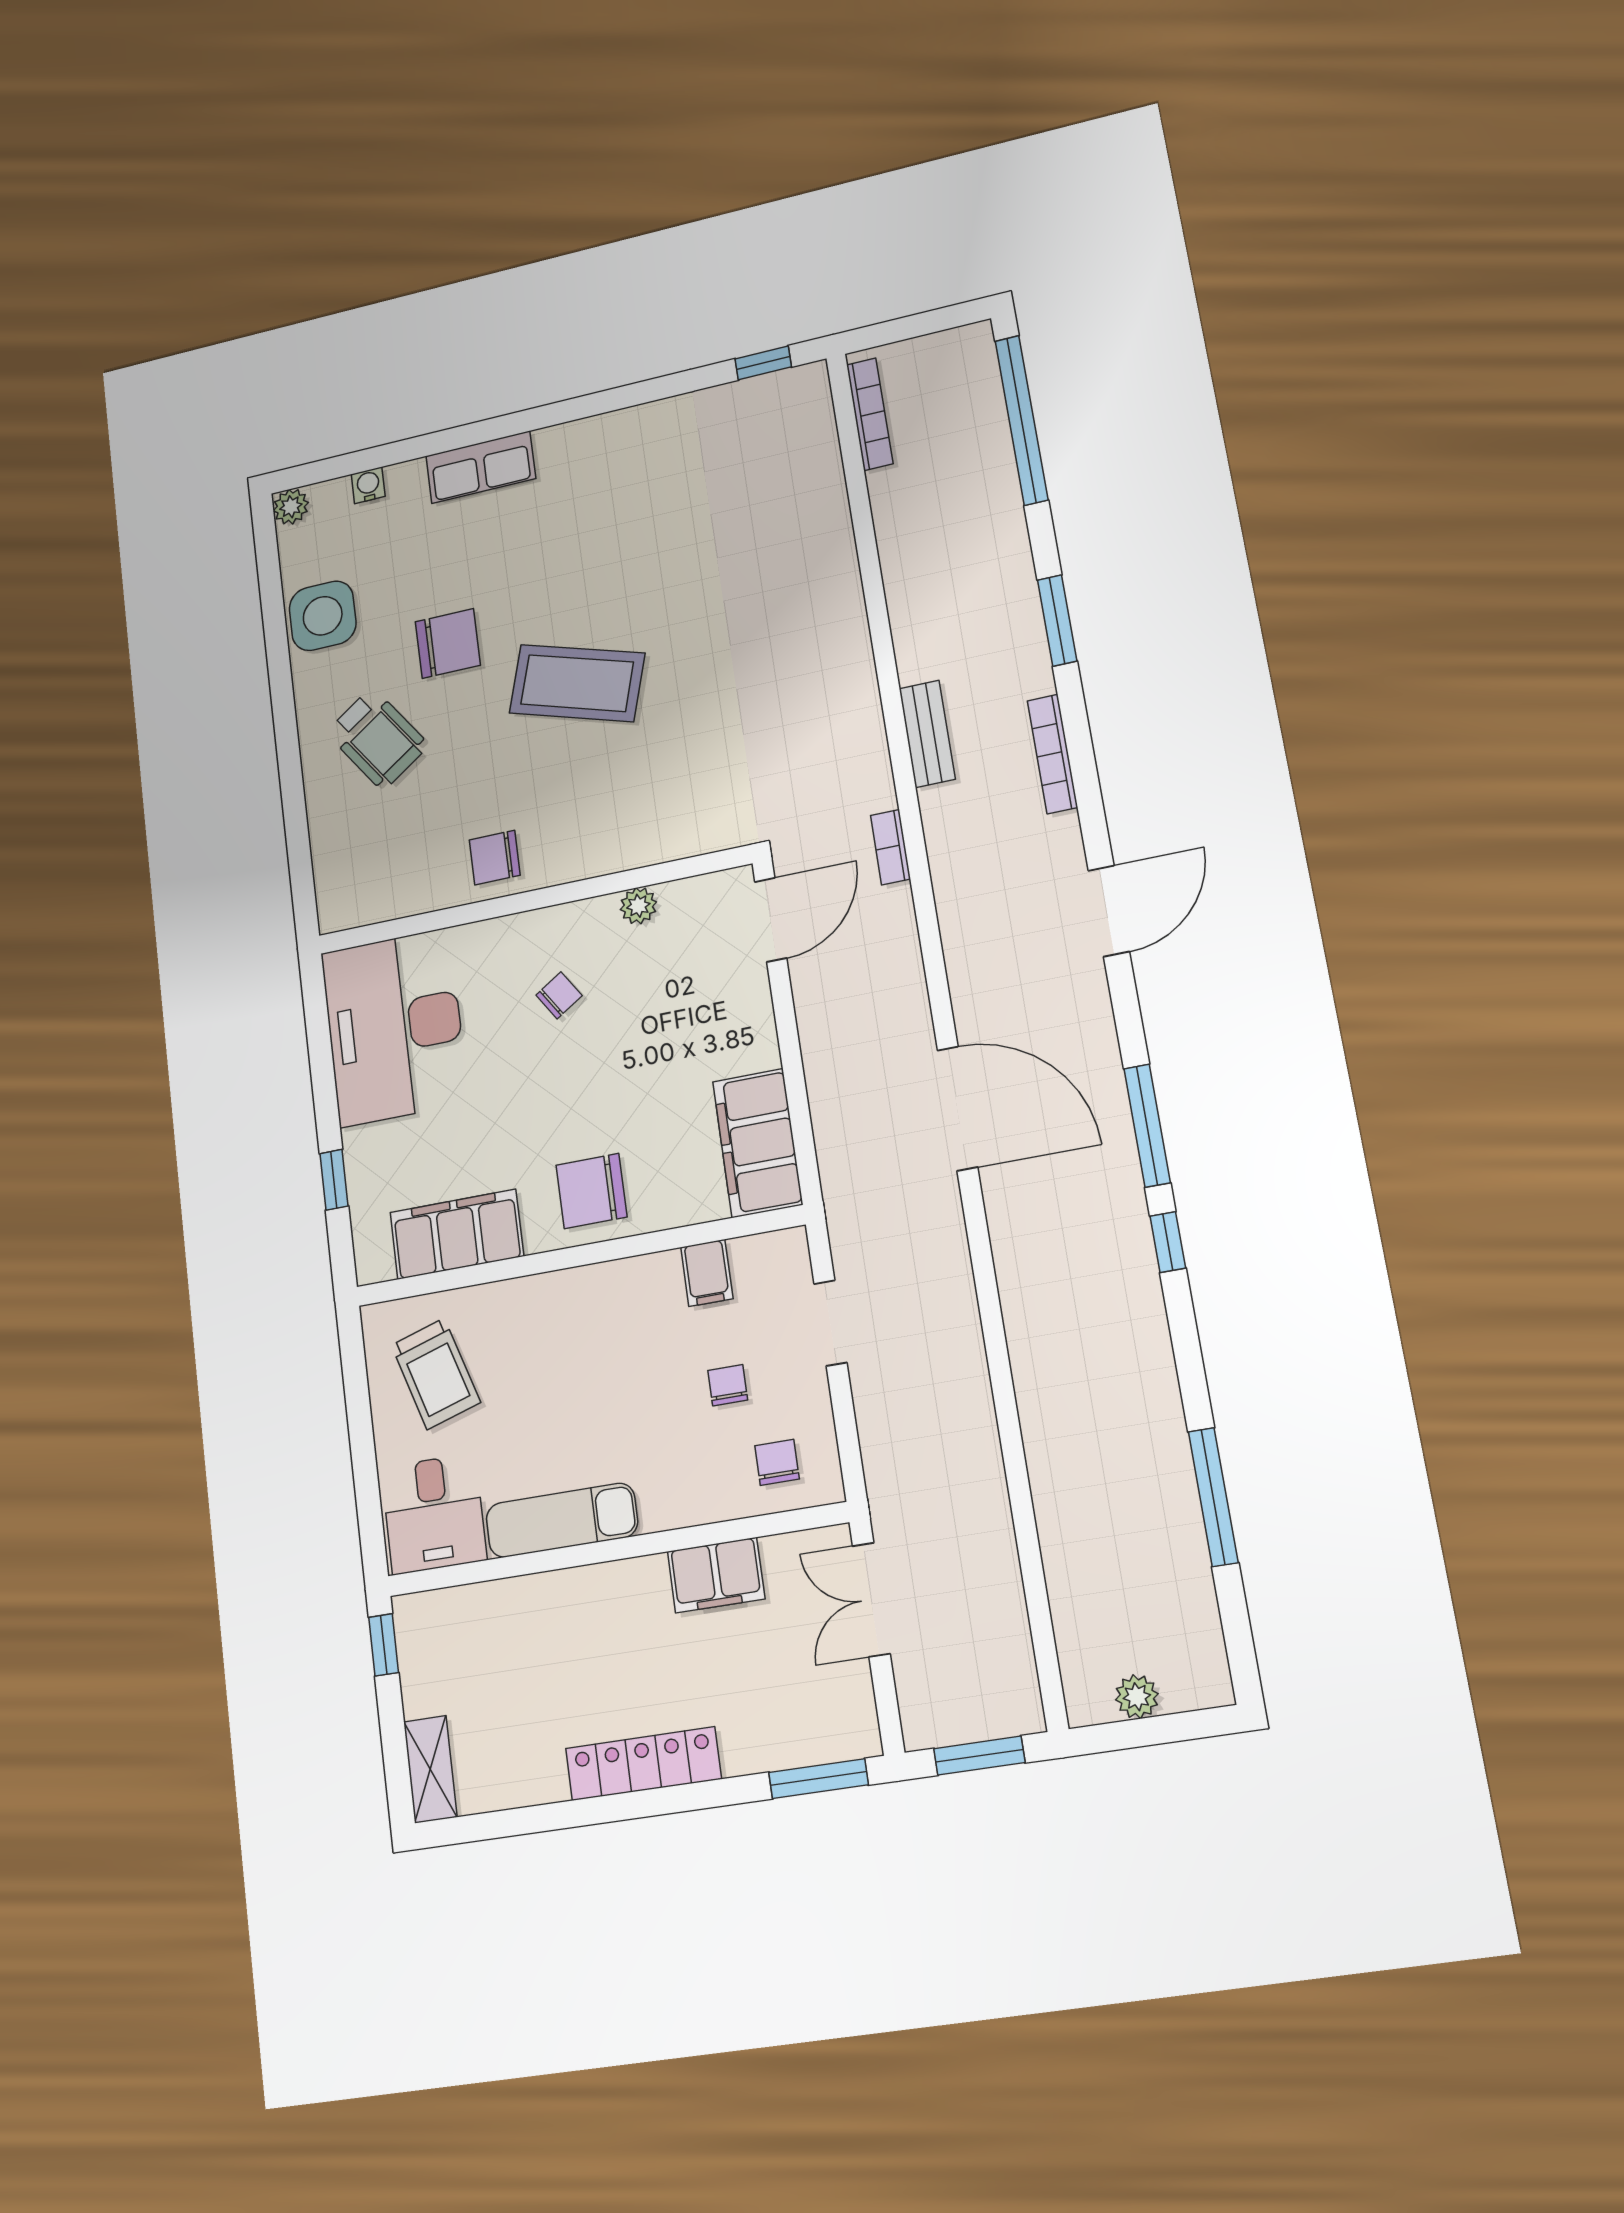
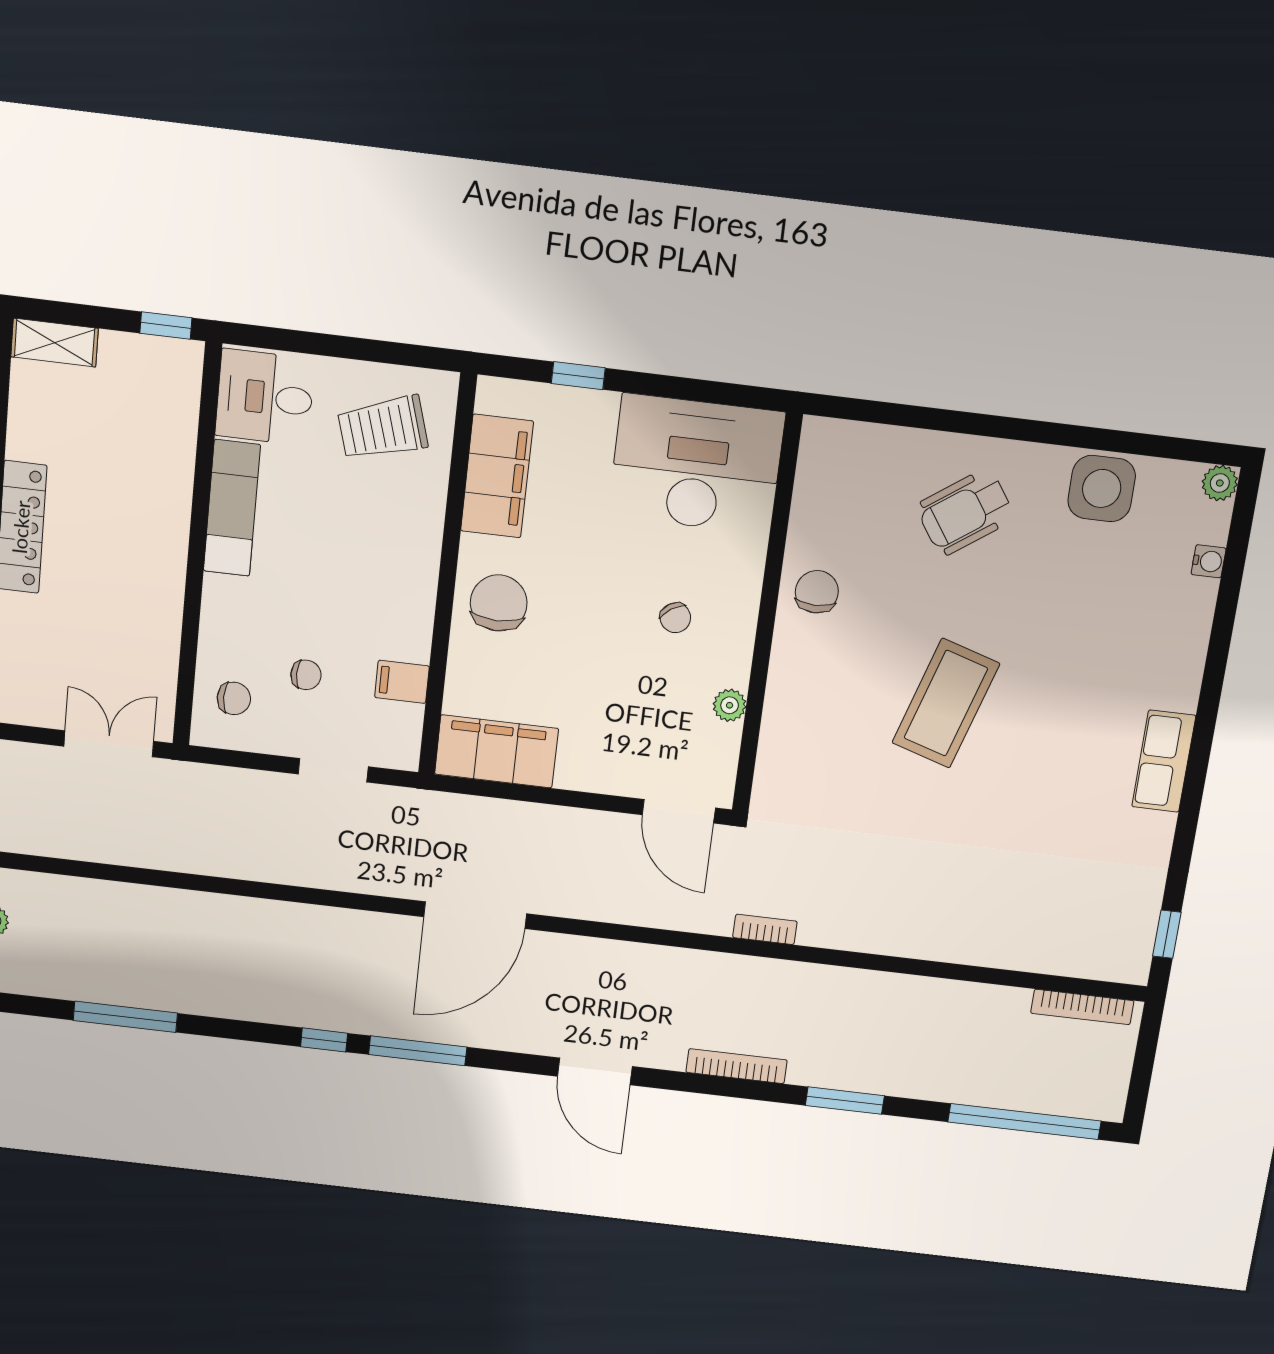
row of seats: (481, 467) -> (1164, 761), moved
chair: (448, 643) -> (1028, 598), removed
bench: (927, 734) -> (790, 977), removed
bookcase: (890, 847) -> (765, 929), moved
filing cabinet: (716, 1575) -> (157, 625), removed

